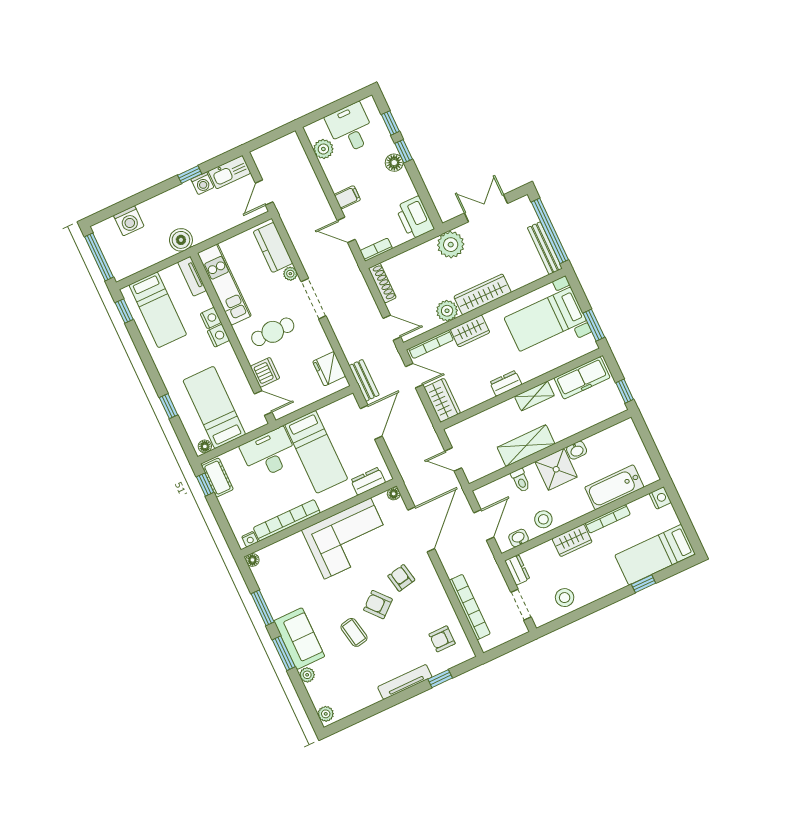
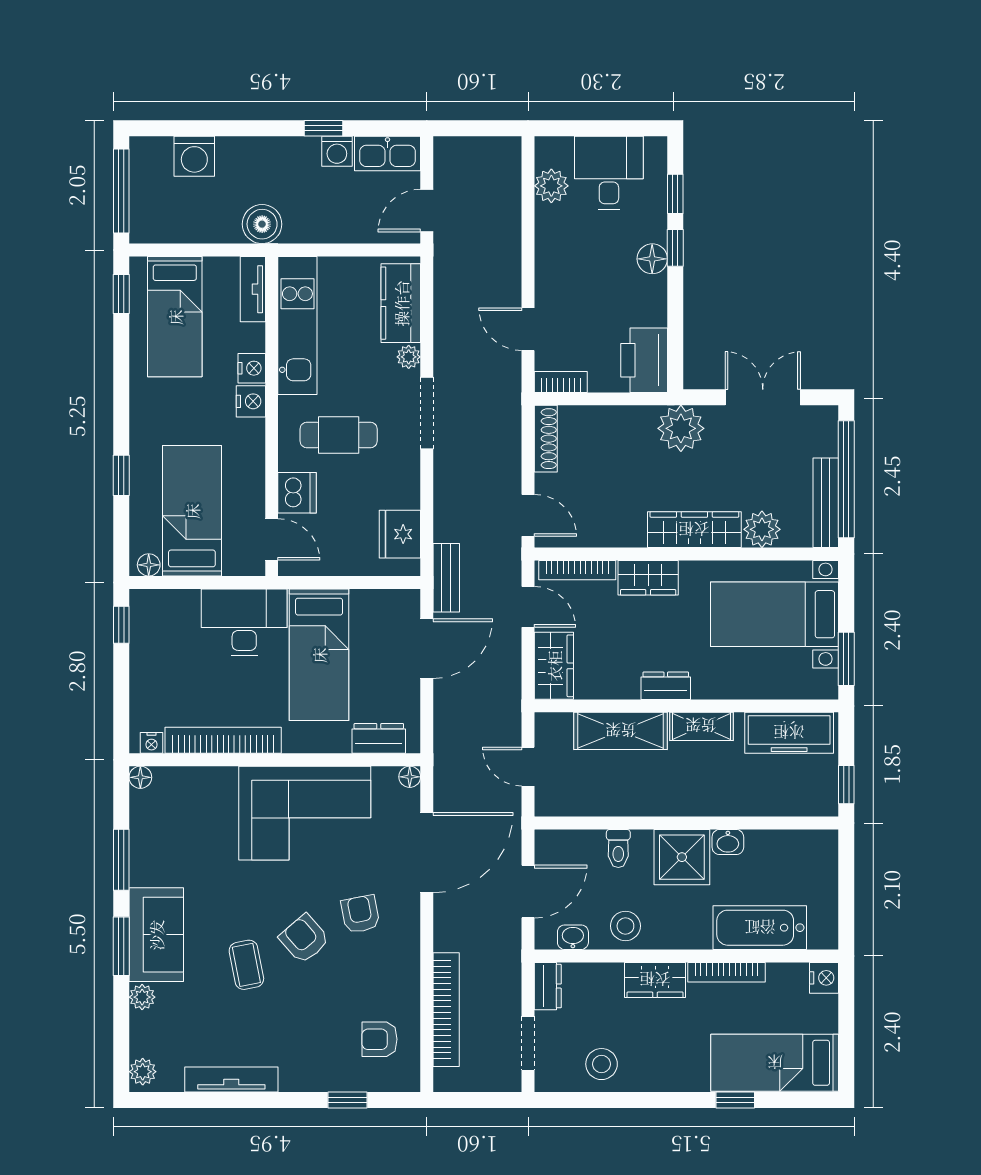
filing cabinet: (347, 197) -> (553, 279), removed
plant: (447, 311) -> (762, 529), moved
shelving: (526, 446) -> (621, 731), moved
cot: (217, 478) -> (146, 623), removed
tv unit: (405, 682) -> (231, 1080), moved

